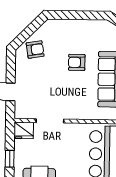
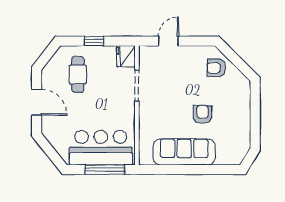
armchair: (35, 50) -> (216, 68), turned 99

